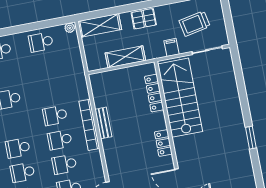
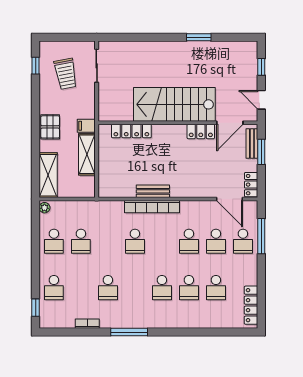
filing cabinet: (171, 47) -> (86, 126), moved
stairs: (180, 98) -> (174, 104), moved
school desk: (60, 140) -> (81, 241), moved
locker: (163, 143) -> (201, 132), moved

